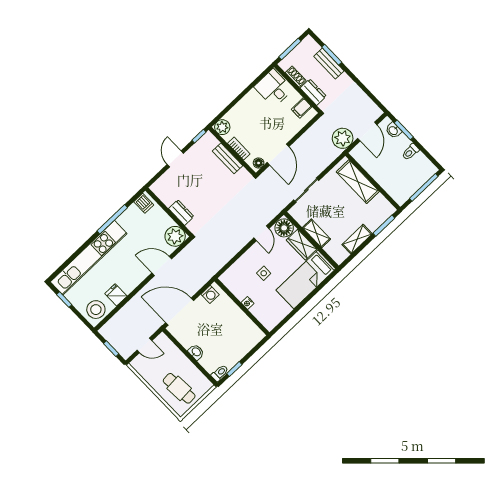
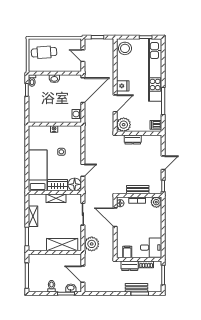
plant: (343, 138) -> (92, 244), moved
door: (175, 159) -> (163, 163), hinge flipped
door: (261, 233) -> (83, 170), swing flipped
fridge: (116, 295) -> (123, 86), moved
door: (144, 345) -> (83, 56), hinge flipped

